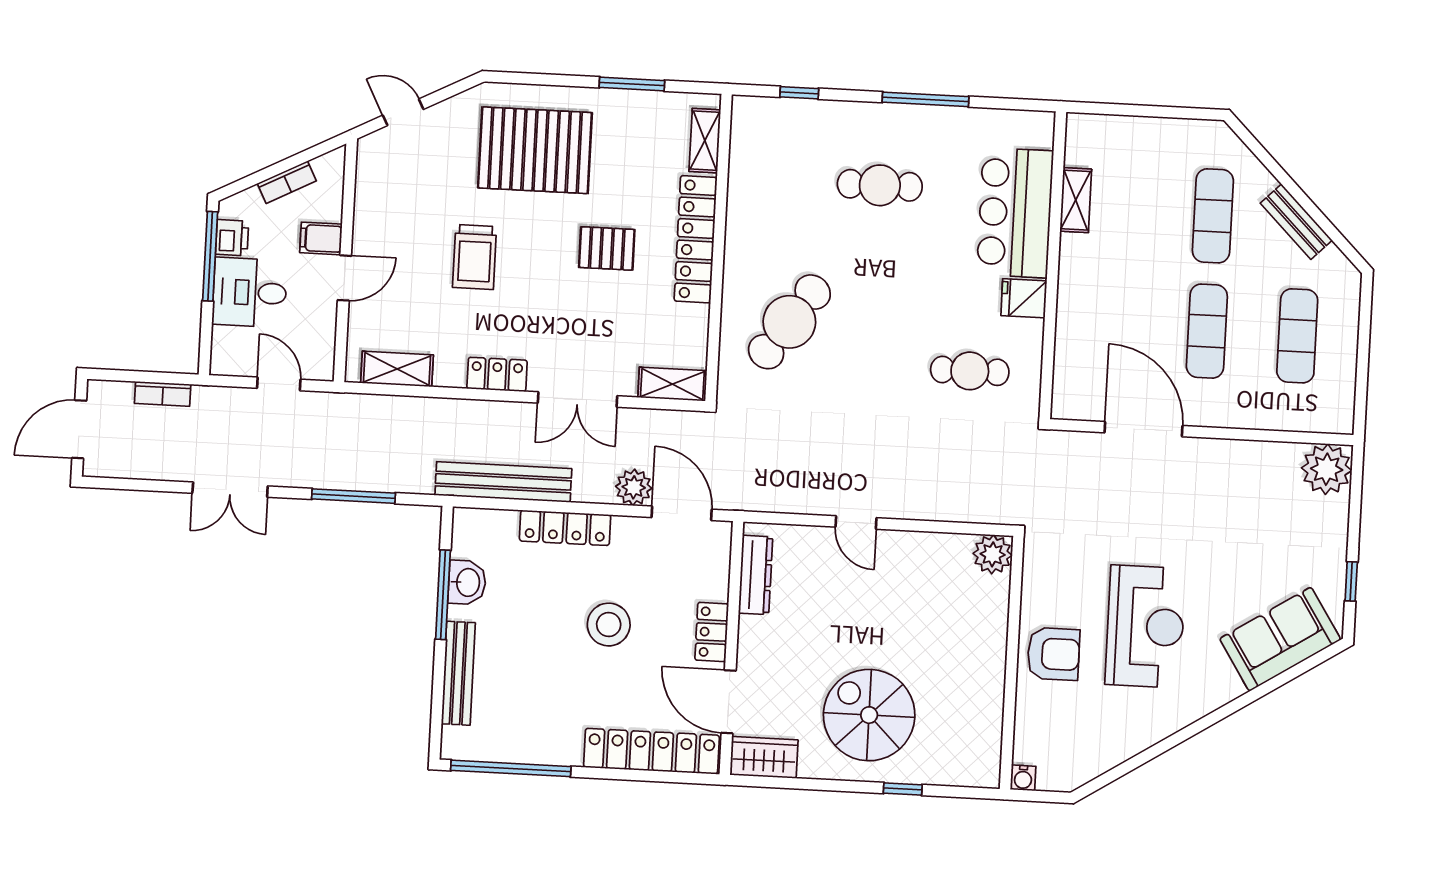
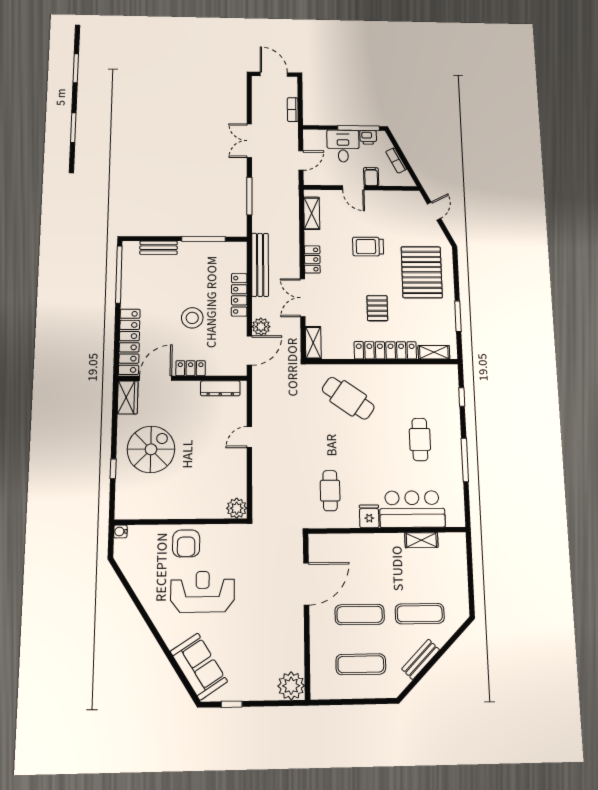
washbasin: (467, 582) -> (210, 250), removed
reception desk: (1145, 626) -> (203, 592), turned 180
bench: (458, 673) -> (159, 248), width x0.73

